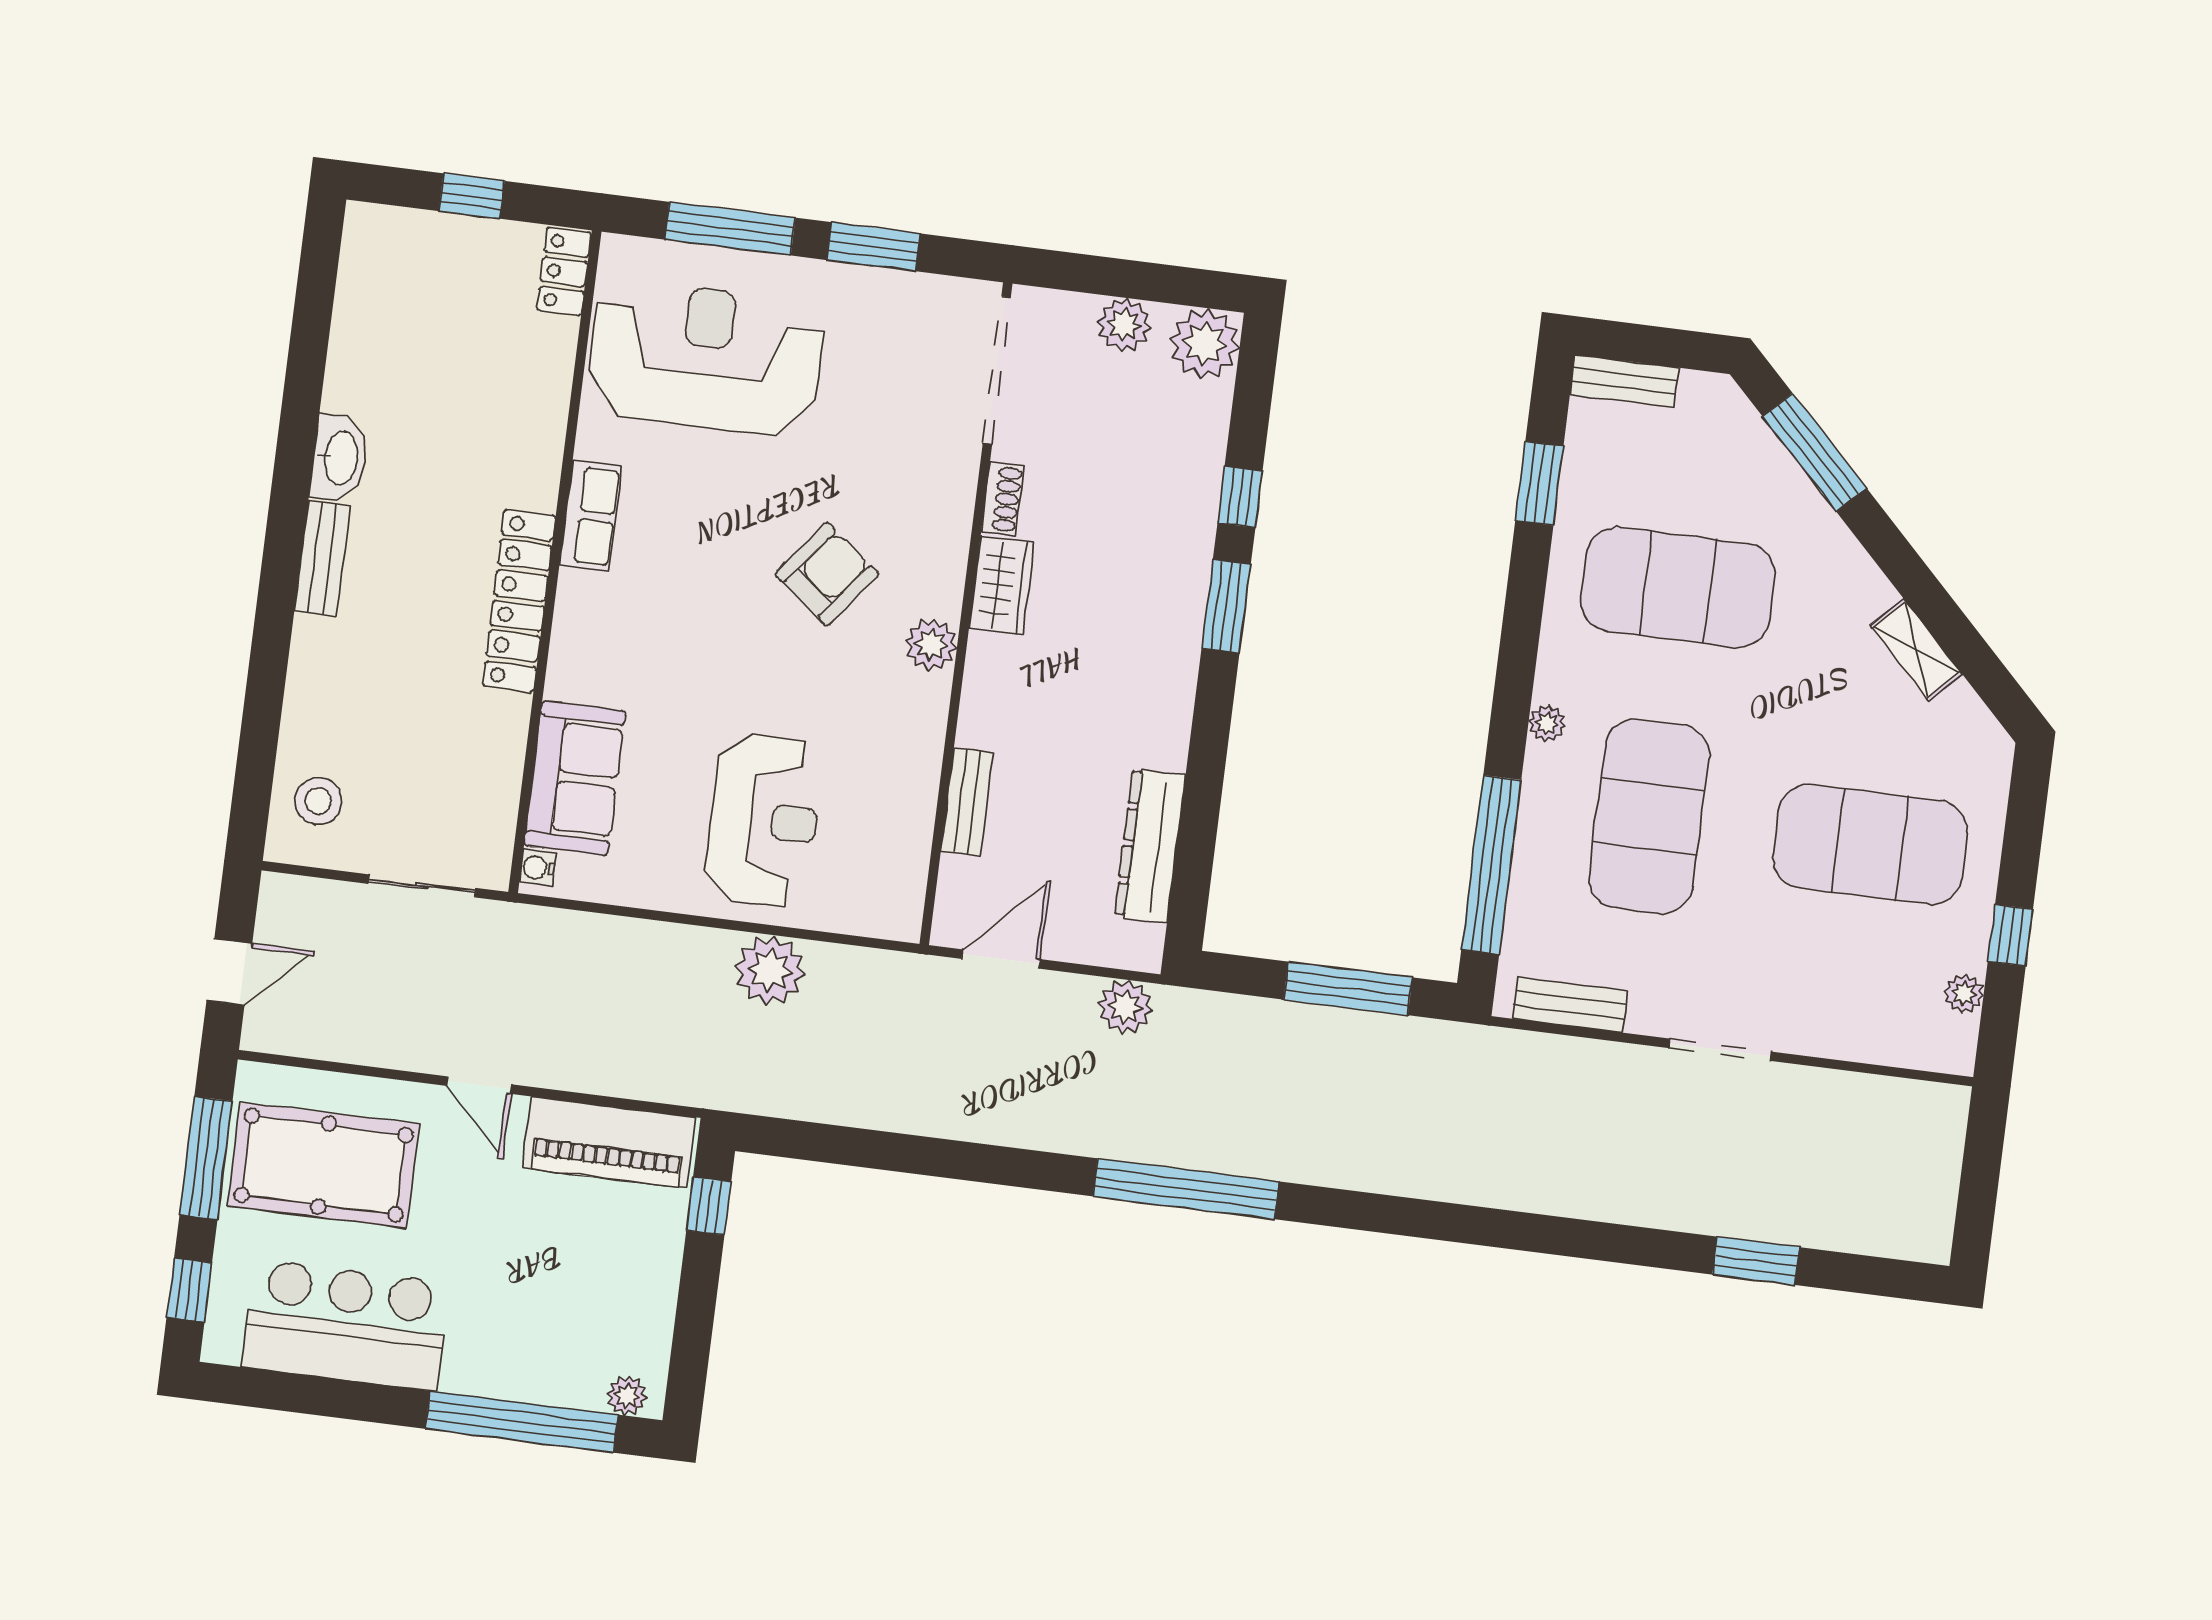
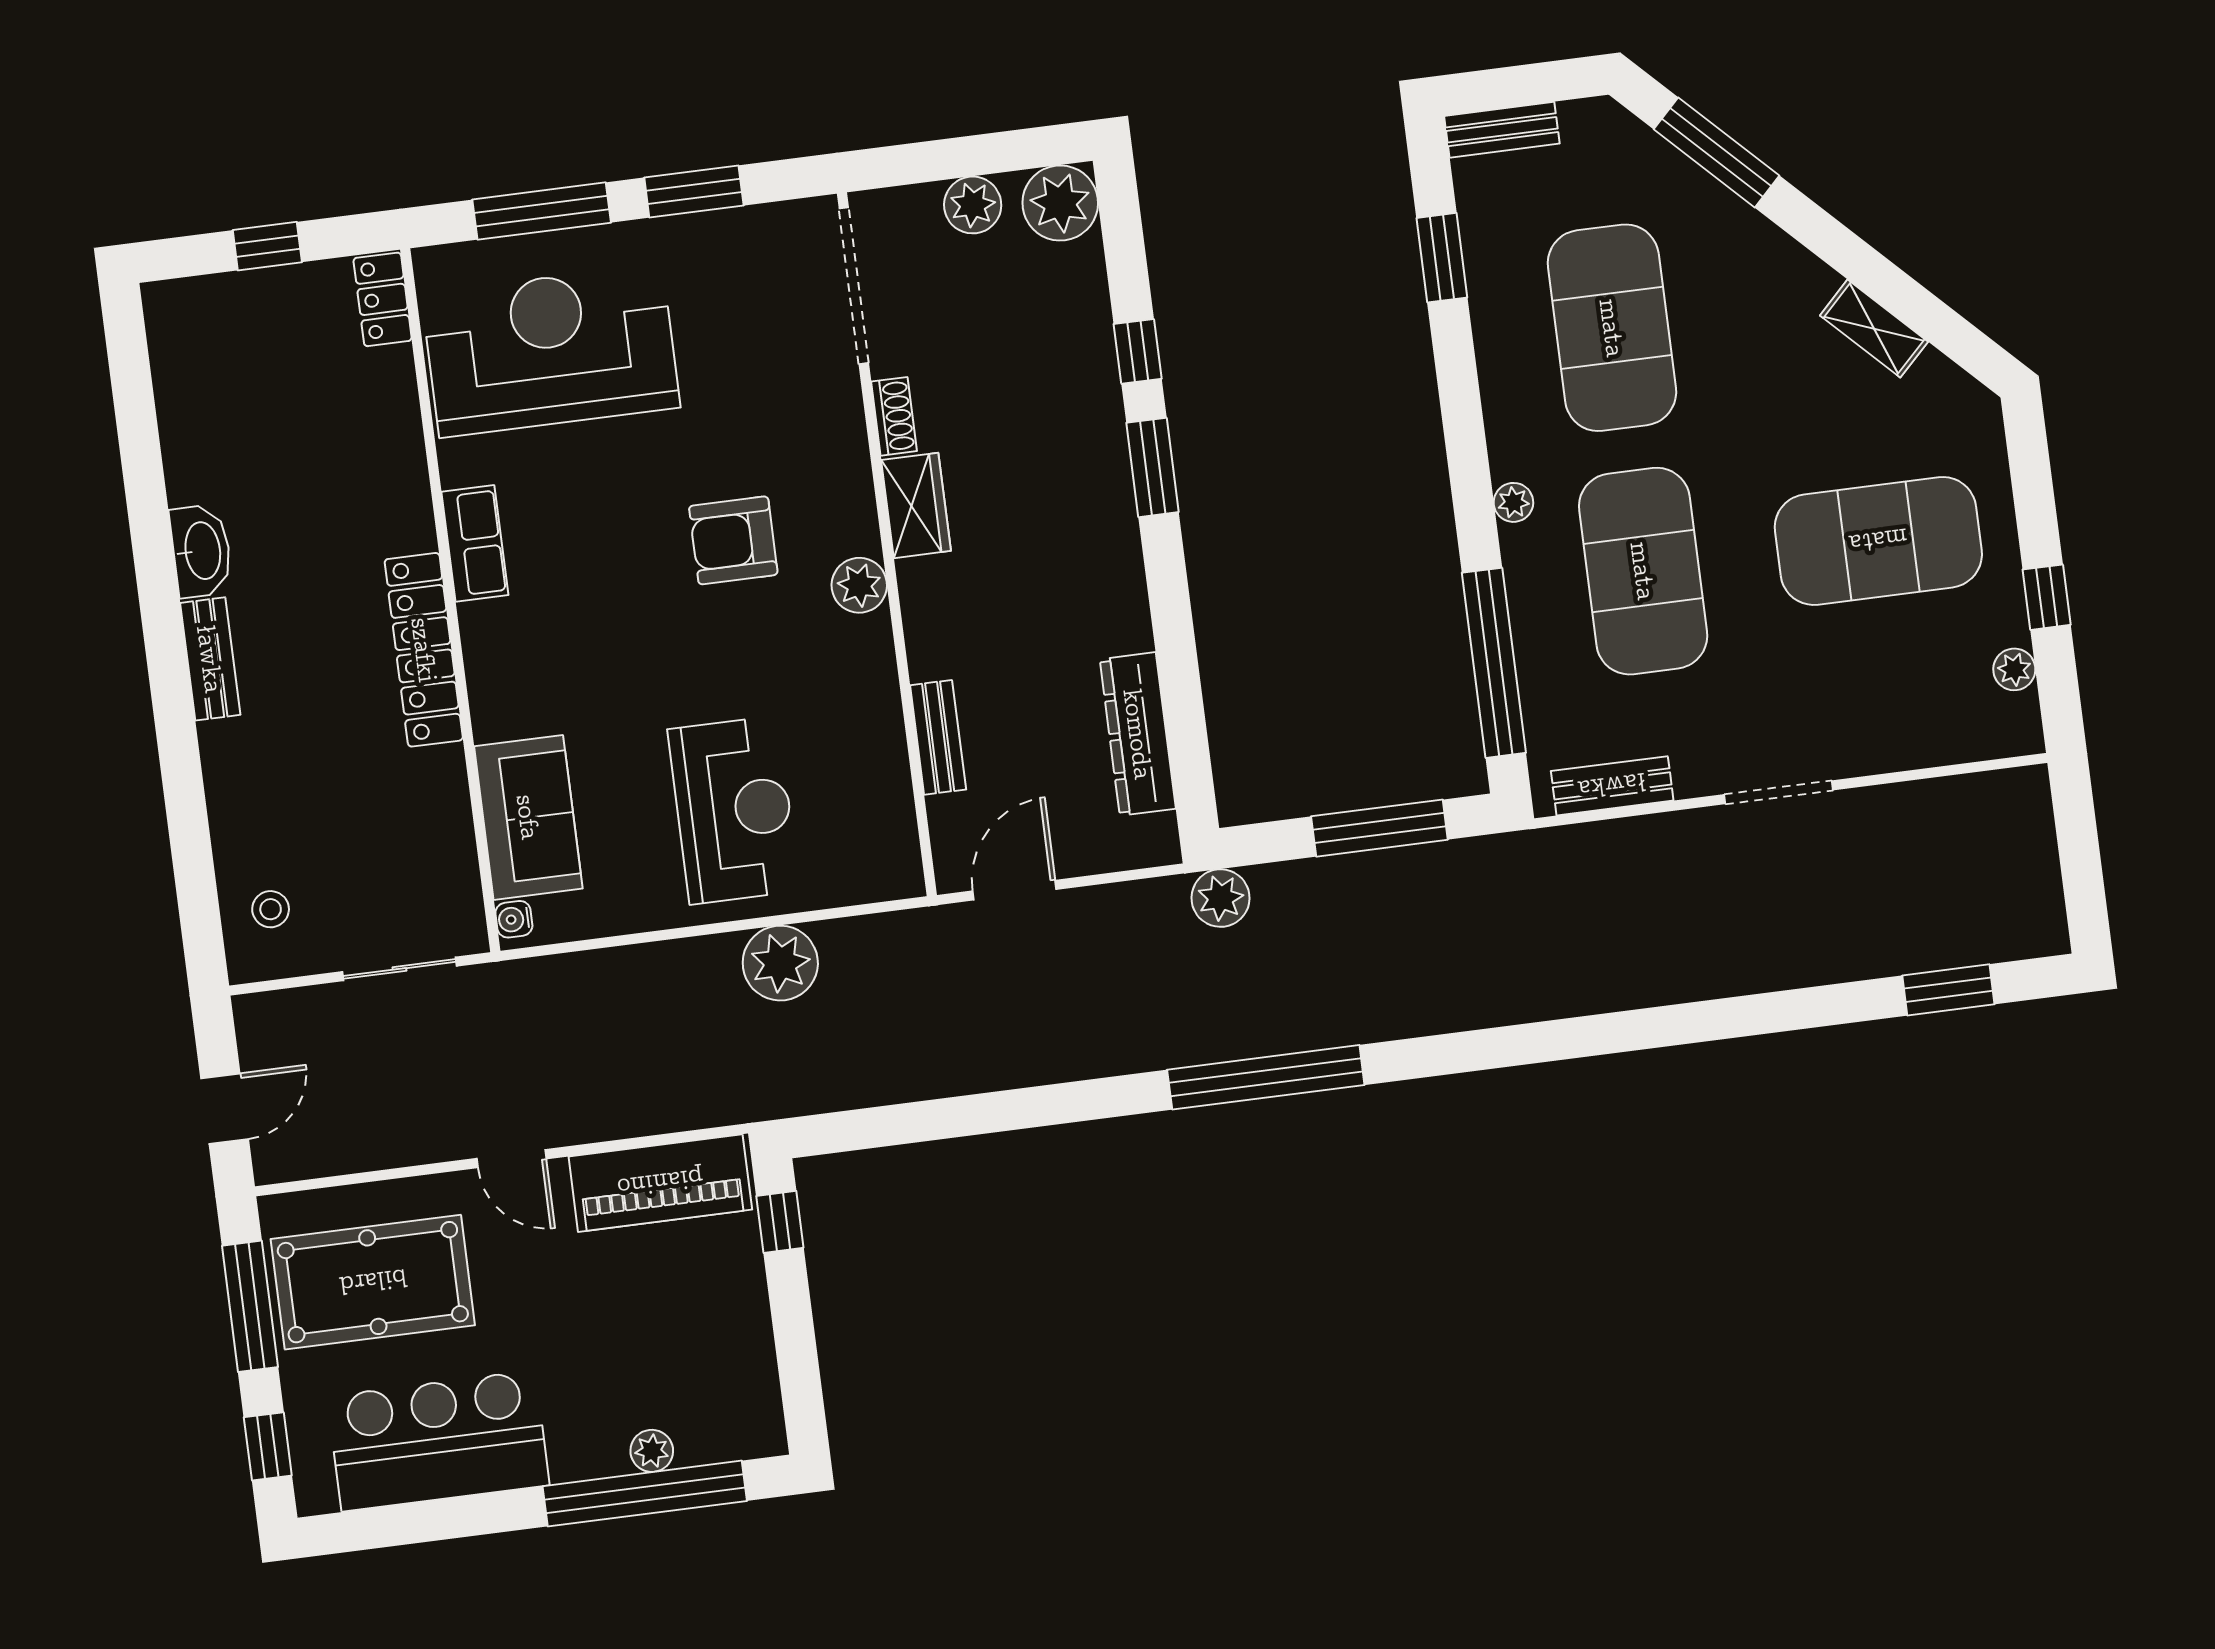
armchair: (827, 574) -> (733, 540), turned -128
exercise mat: (1678, 587) -> (1612, 328), turned 90
stool: (318, 801) -> (271, 909), width x0.73, depth x0.73
plant: (1125, 1007) -> (1221, 898), moved
window: (1756, 1261) -> (1948, 990), moved
plant: (627, 1396) -> (652, 1451), moved

